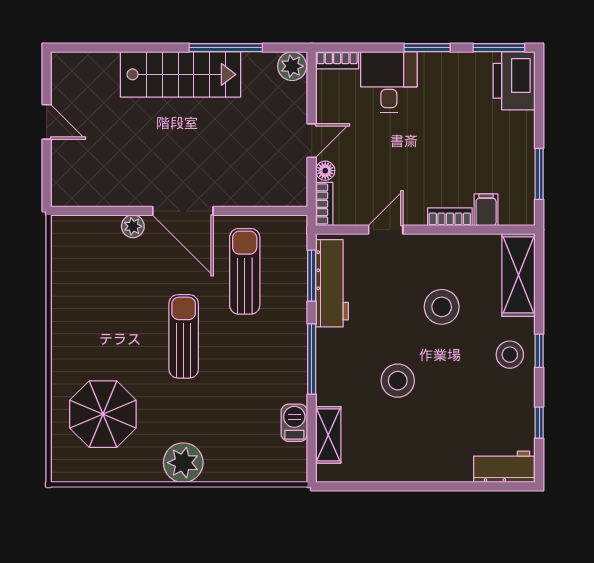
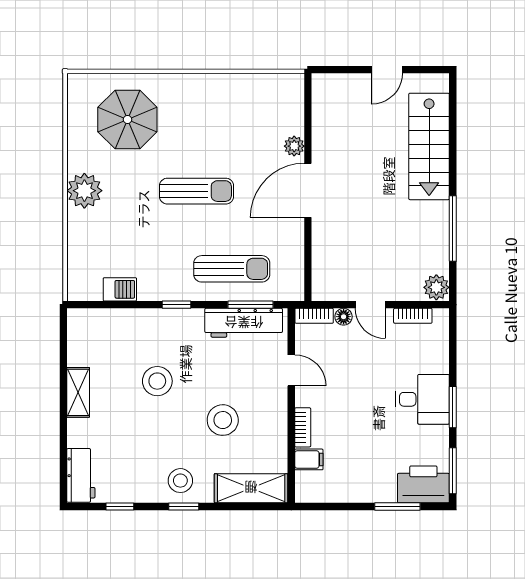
bookcase: (337, 60) -> (413, 316), moved, turned -90
stairs: (181, 74) -> (429, 146), moved
desk: (389, 82) -> (422, 399), moved
window: (539, 174) -> (397, 506), moved
sun lounger: (245, 271) -> (232, 269), moved
window: (312, 359) -> (177, 305), width x0.46
shelving: (328, 435) -> (78, 392), moved, turned 90

